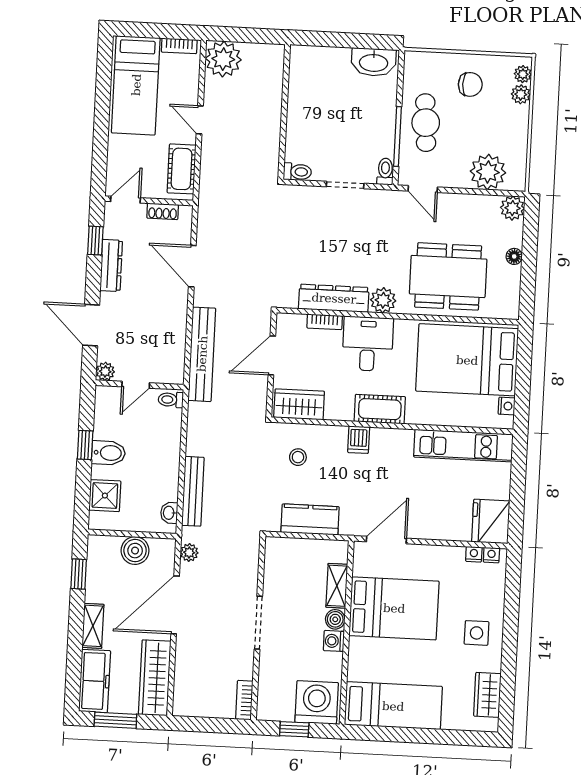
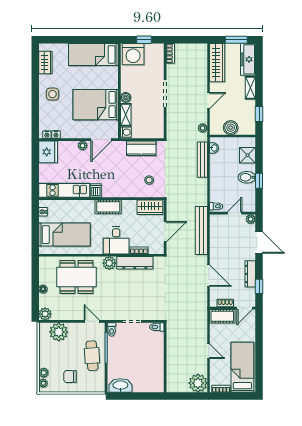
cot: (182, 169) -> (222, 316), moved, turned 90
bed: (467, 360) -> (64, 235), width x0.67
dishwasher: (359, 440) -> (96, 191), moved
plant: (423, 530) -> (83, 146), added
door: (175, 605) -> (209, 101), width x0.53
washing machine: (334, 641) -> (126, 132), moved

